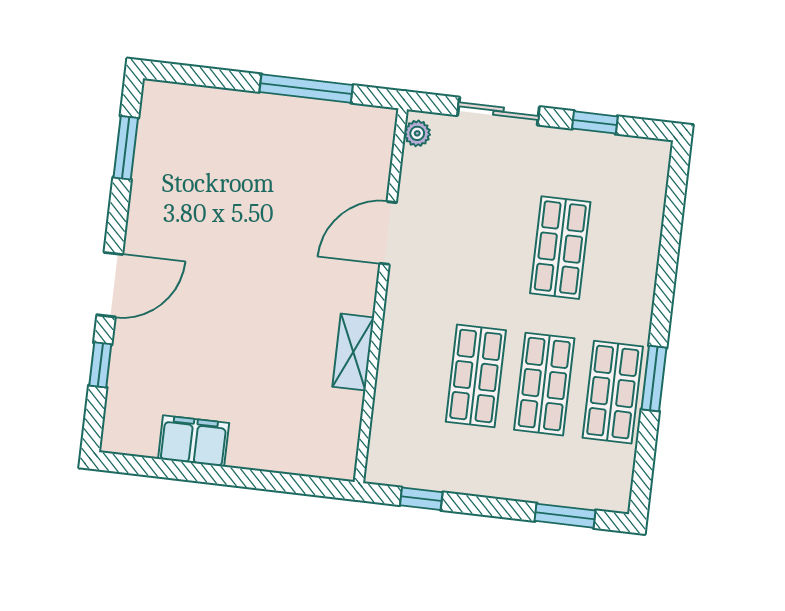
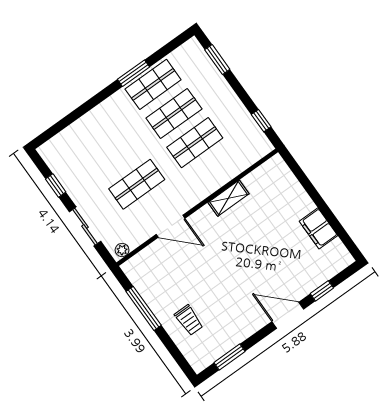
trolley: (231, 138) -> (189, 320), added
shop shelf: (560, 248) -> (137, 184), moved

